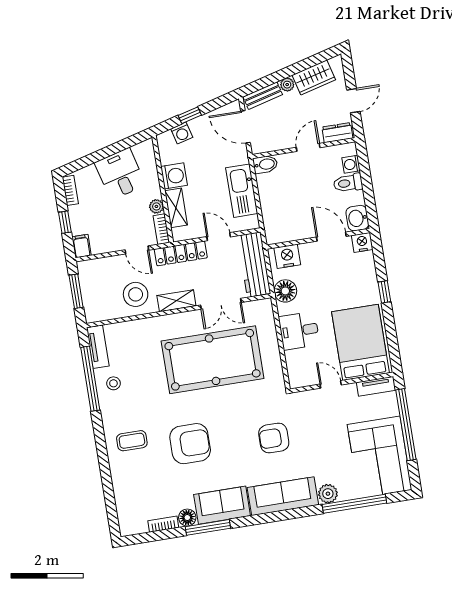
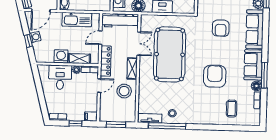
washing machine: (182, 133) -> (35, 37), moved
desk: (120, 174) -> (60, 77), moved, turned 105
coffee table: (132, 441) -> (232, 109), moved

